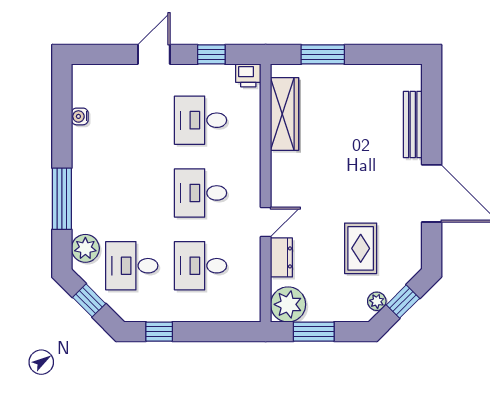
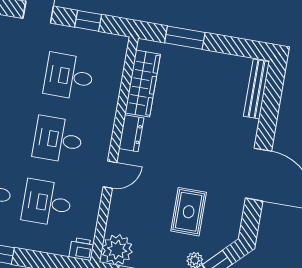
printer: (248, 75) -> (82, 249), moved, turned 180
bench: (413, 125) -> (256, 89), moved
dresser: (281, 257) -> (131, 133), moved

